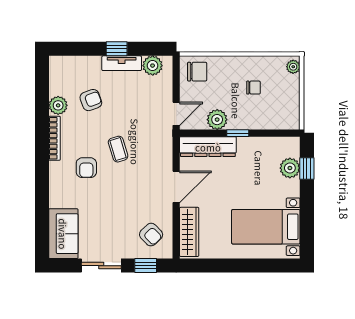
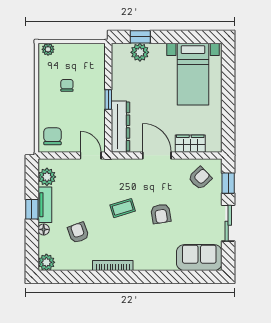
floor lamp: (94, 62) -> (44, 229), added
plant: (58, 105) -> (46, 262), moved
plant: (217, 120) -> (96, 118), removed
armchair: (86, 168) -> (161, 214), moved, turned 81
wardrobe: (189, 232) -> (190, 144), width x0.67

